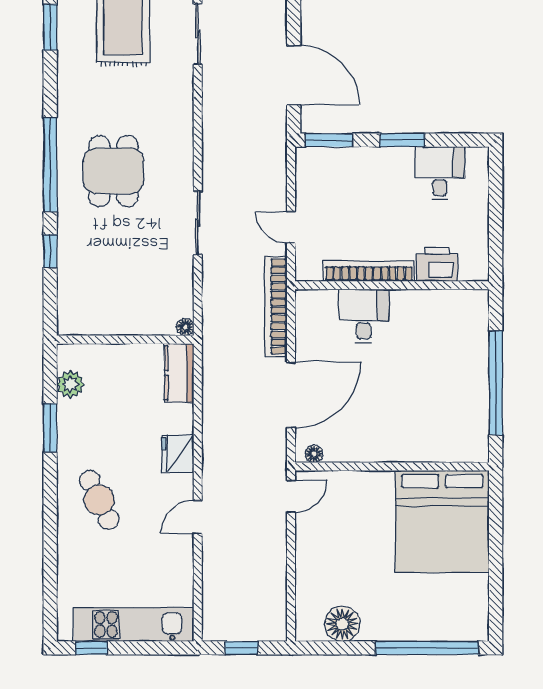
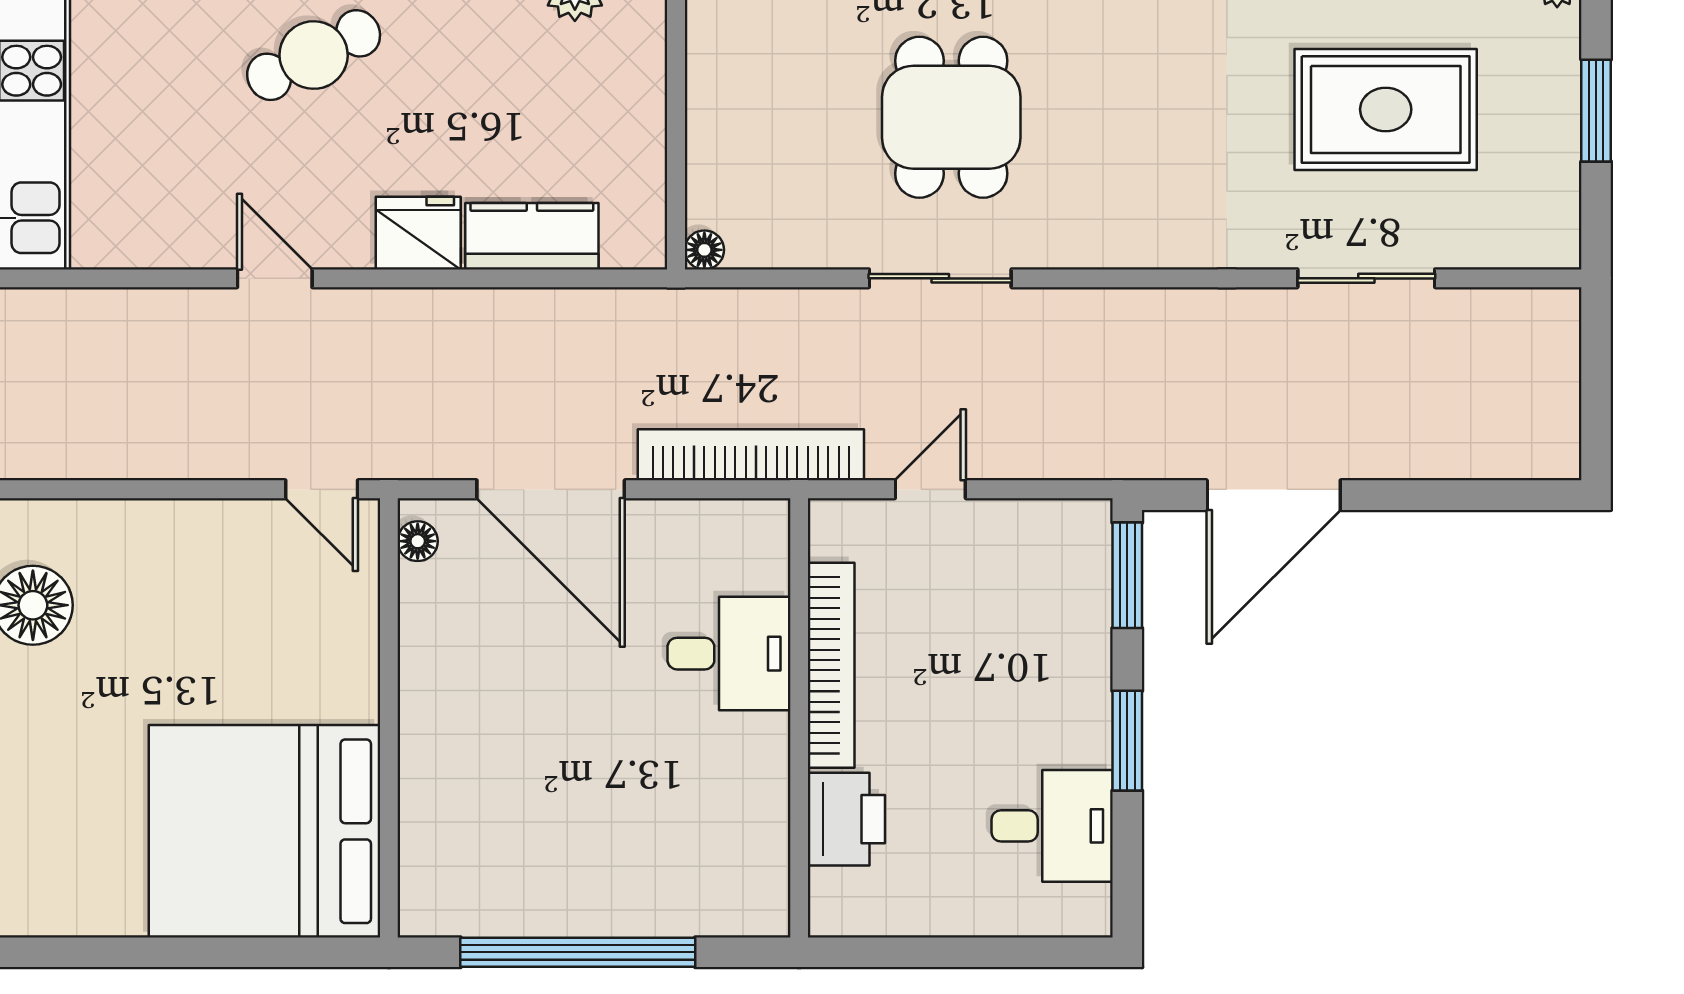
dining table: (113, 171) -> (951, 117), moved, turned 90
kitchen counter: (179, 373) -> (532, 236), moved

